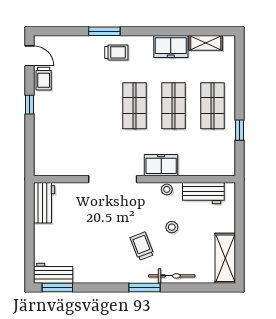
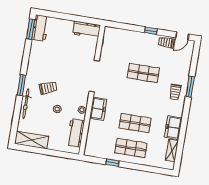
shop shelf: (135, 106) -> (143, 73), moved

